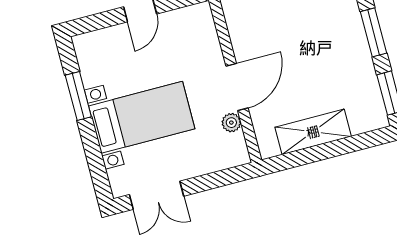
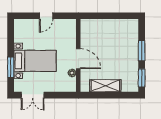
door: (237, 87) -> (78, 59), hinge flipped
window: (78, 96) -> (11, 67), moved

